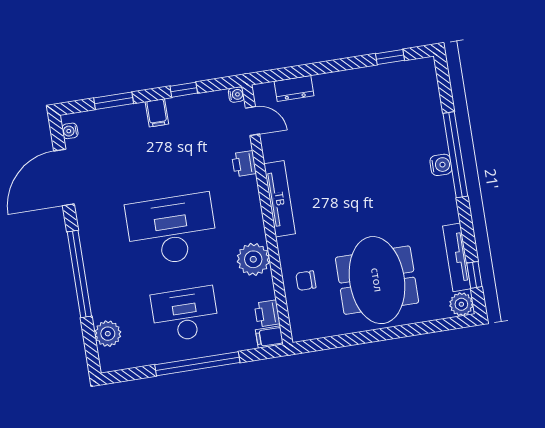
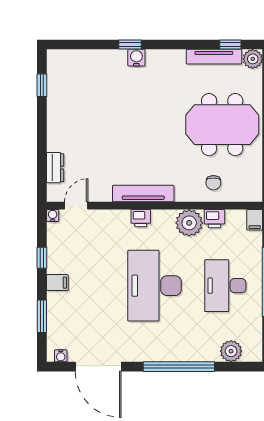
window: (455, 155) -> (130, 45), width x0.32
printer: (244, 164) -> (141, 218), moved
printer: (267, 313) -> (214, 219), moved

